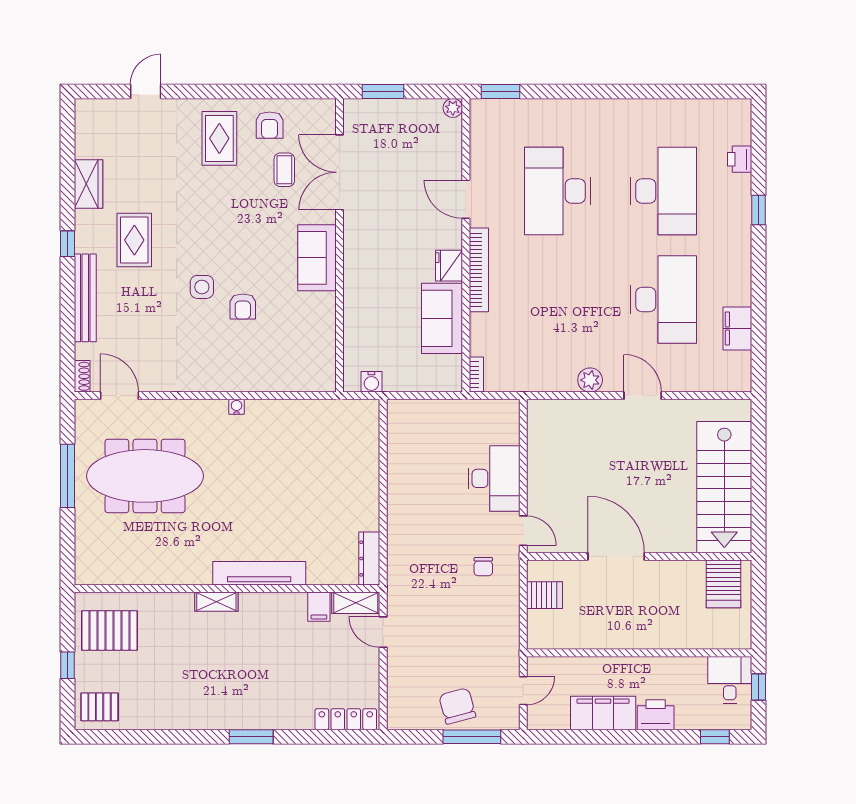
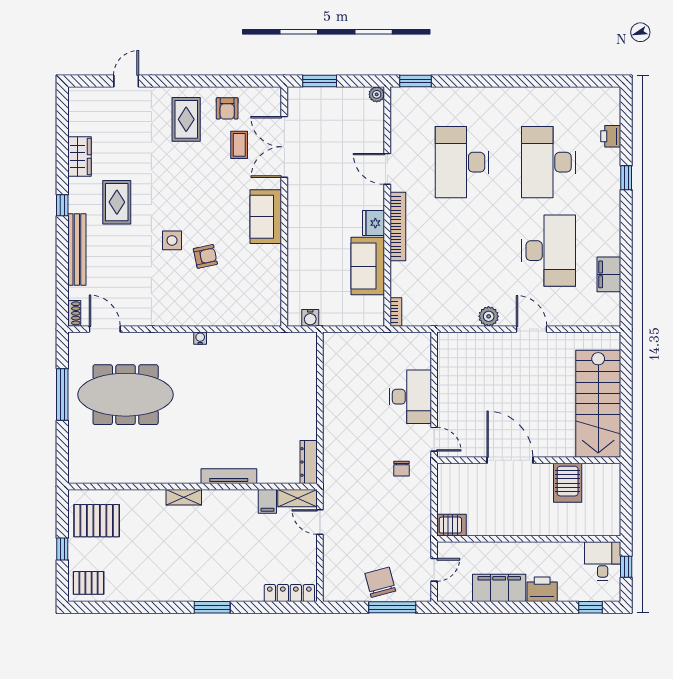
desk: (663, 191) -> (549, 162), turned 180
armchair: (243, 307) -> (205, 256), turned -102
tv unit: (259, 573) -> (229, 476), width x0.73, depth x0.78
server rack: (723, 584) -> (568, 483), moved
server rack: (545, 595) -> (452, 525), moved

